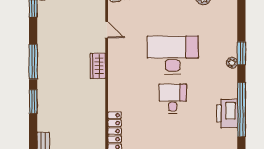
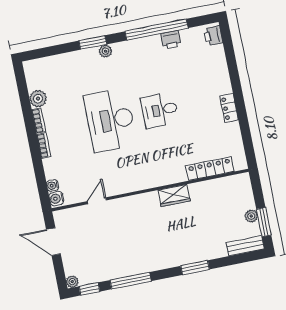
window: (33, 62) -> (131, 281), moved
wardrobe: (98, 66) -> (174, 196), moved
printer: (227, 113) -> (171, 40), width x0.53, depth x0.68

